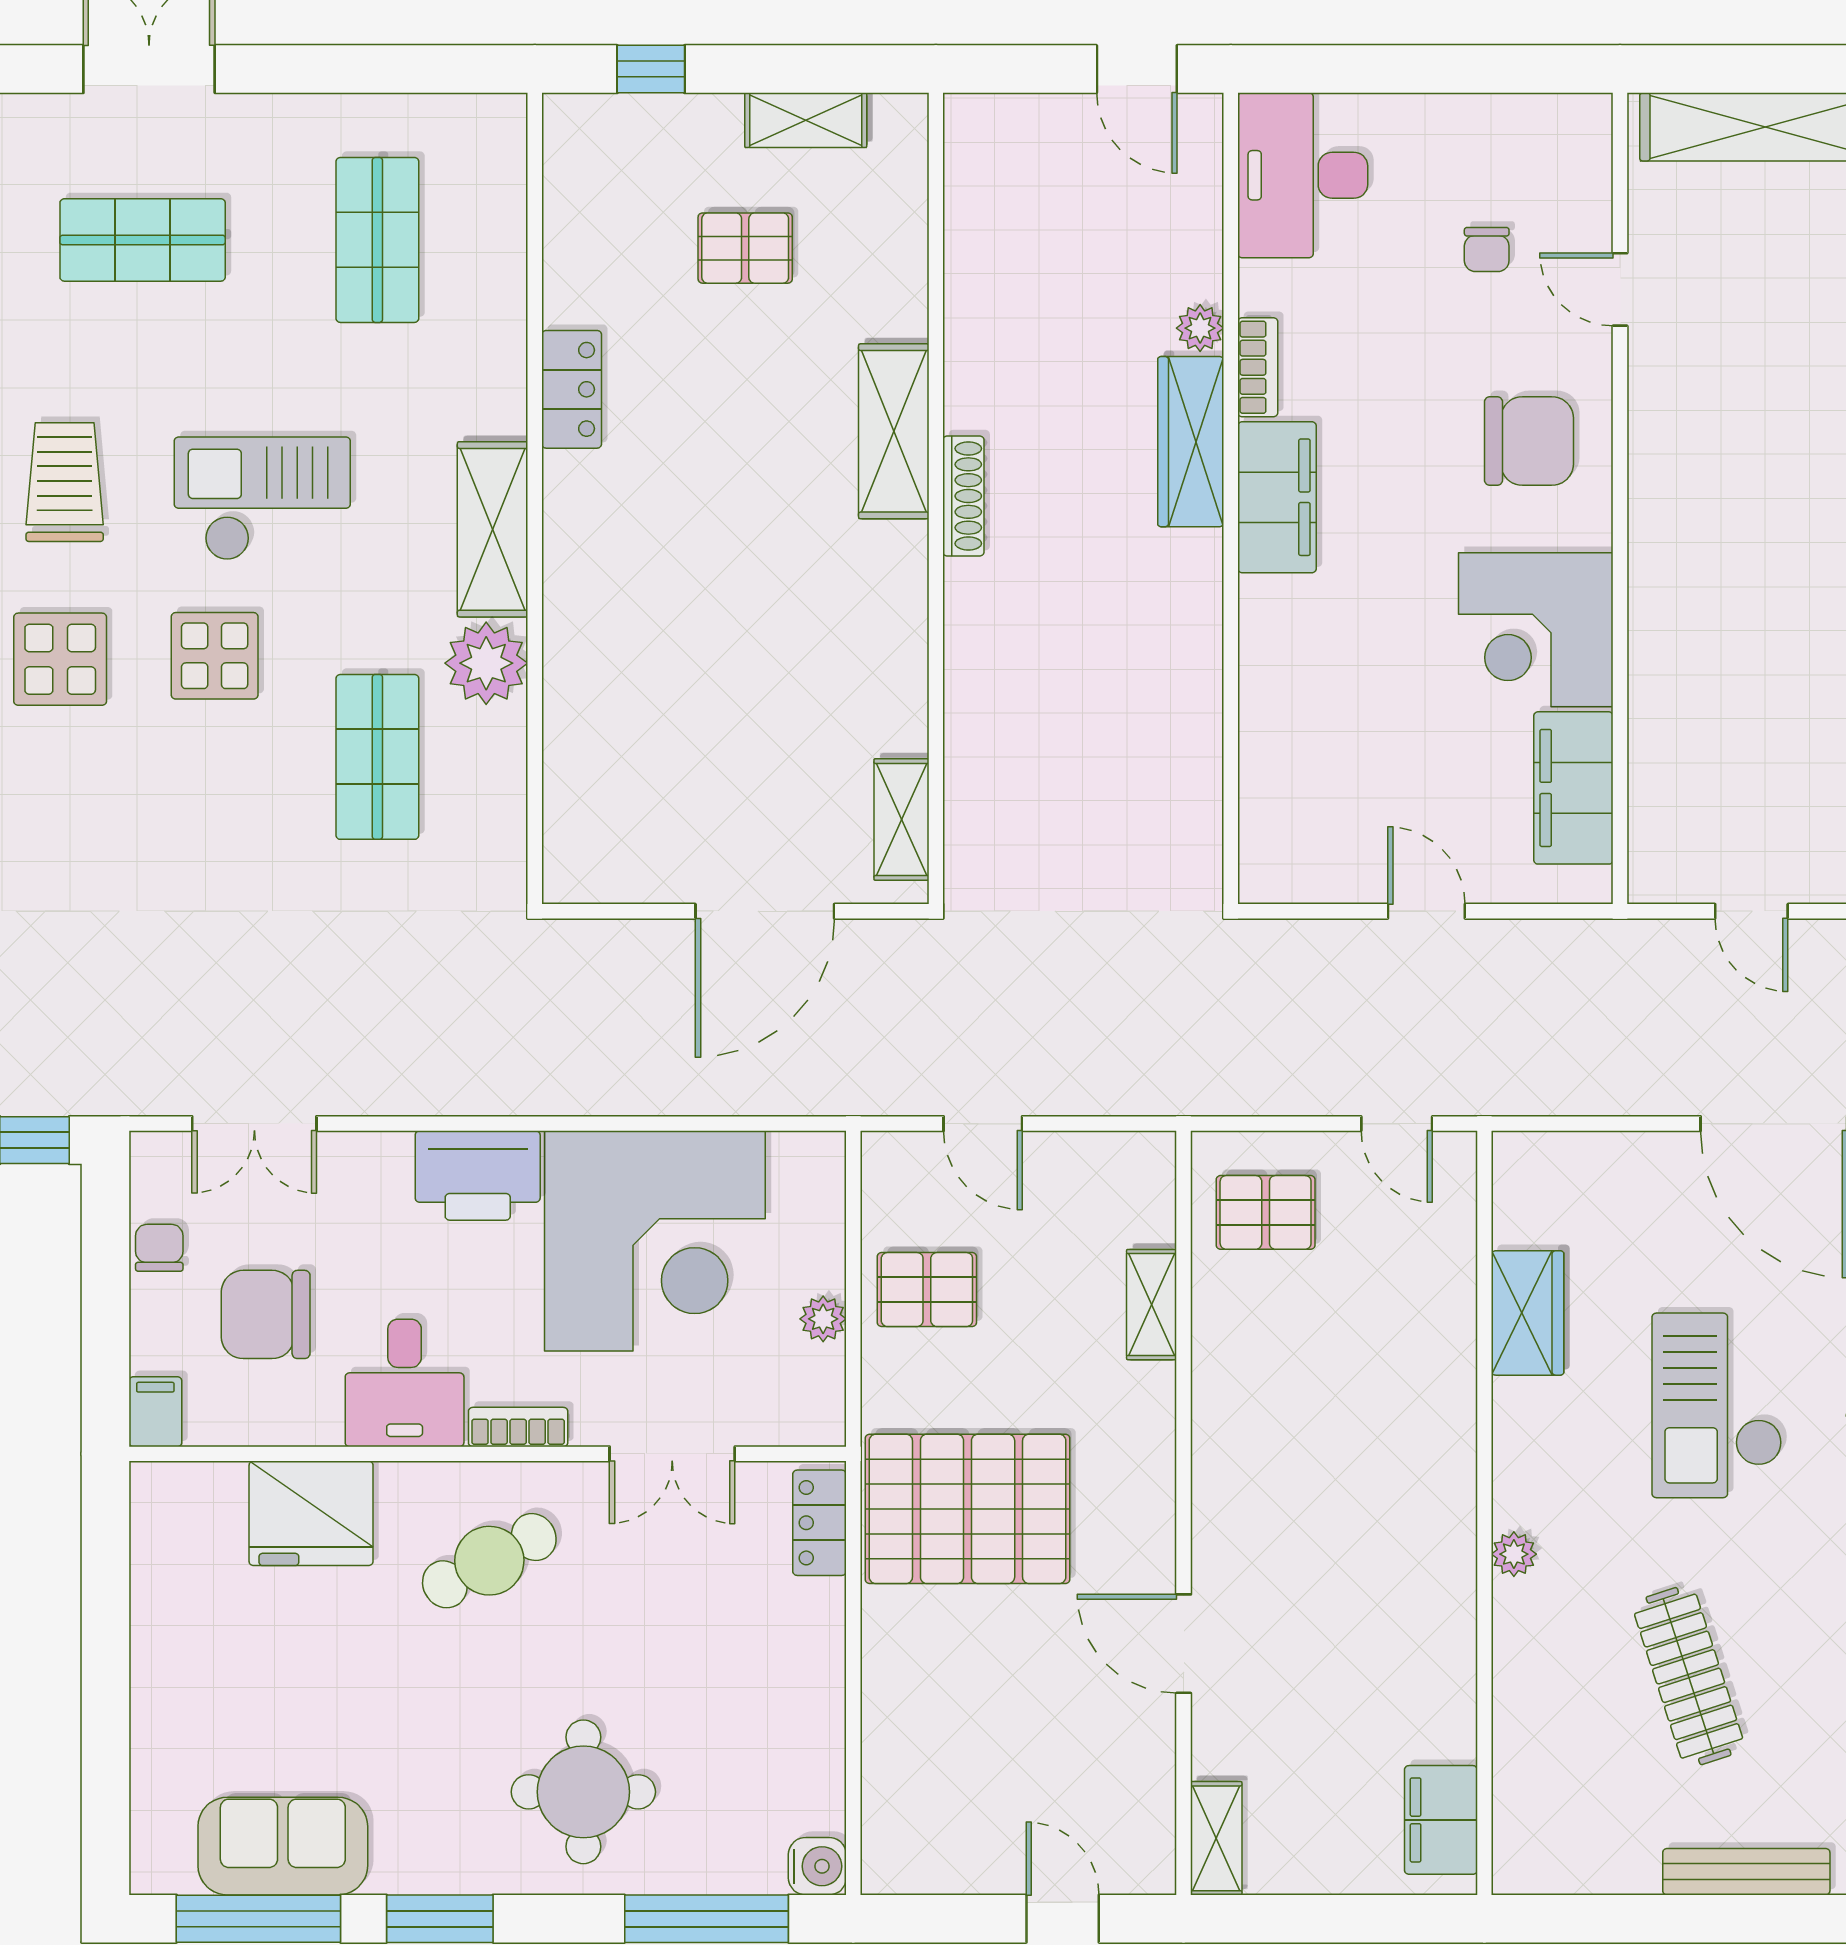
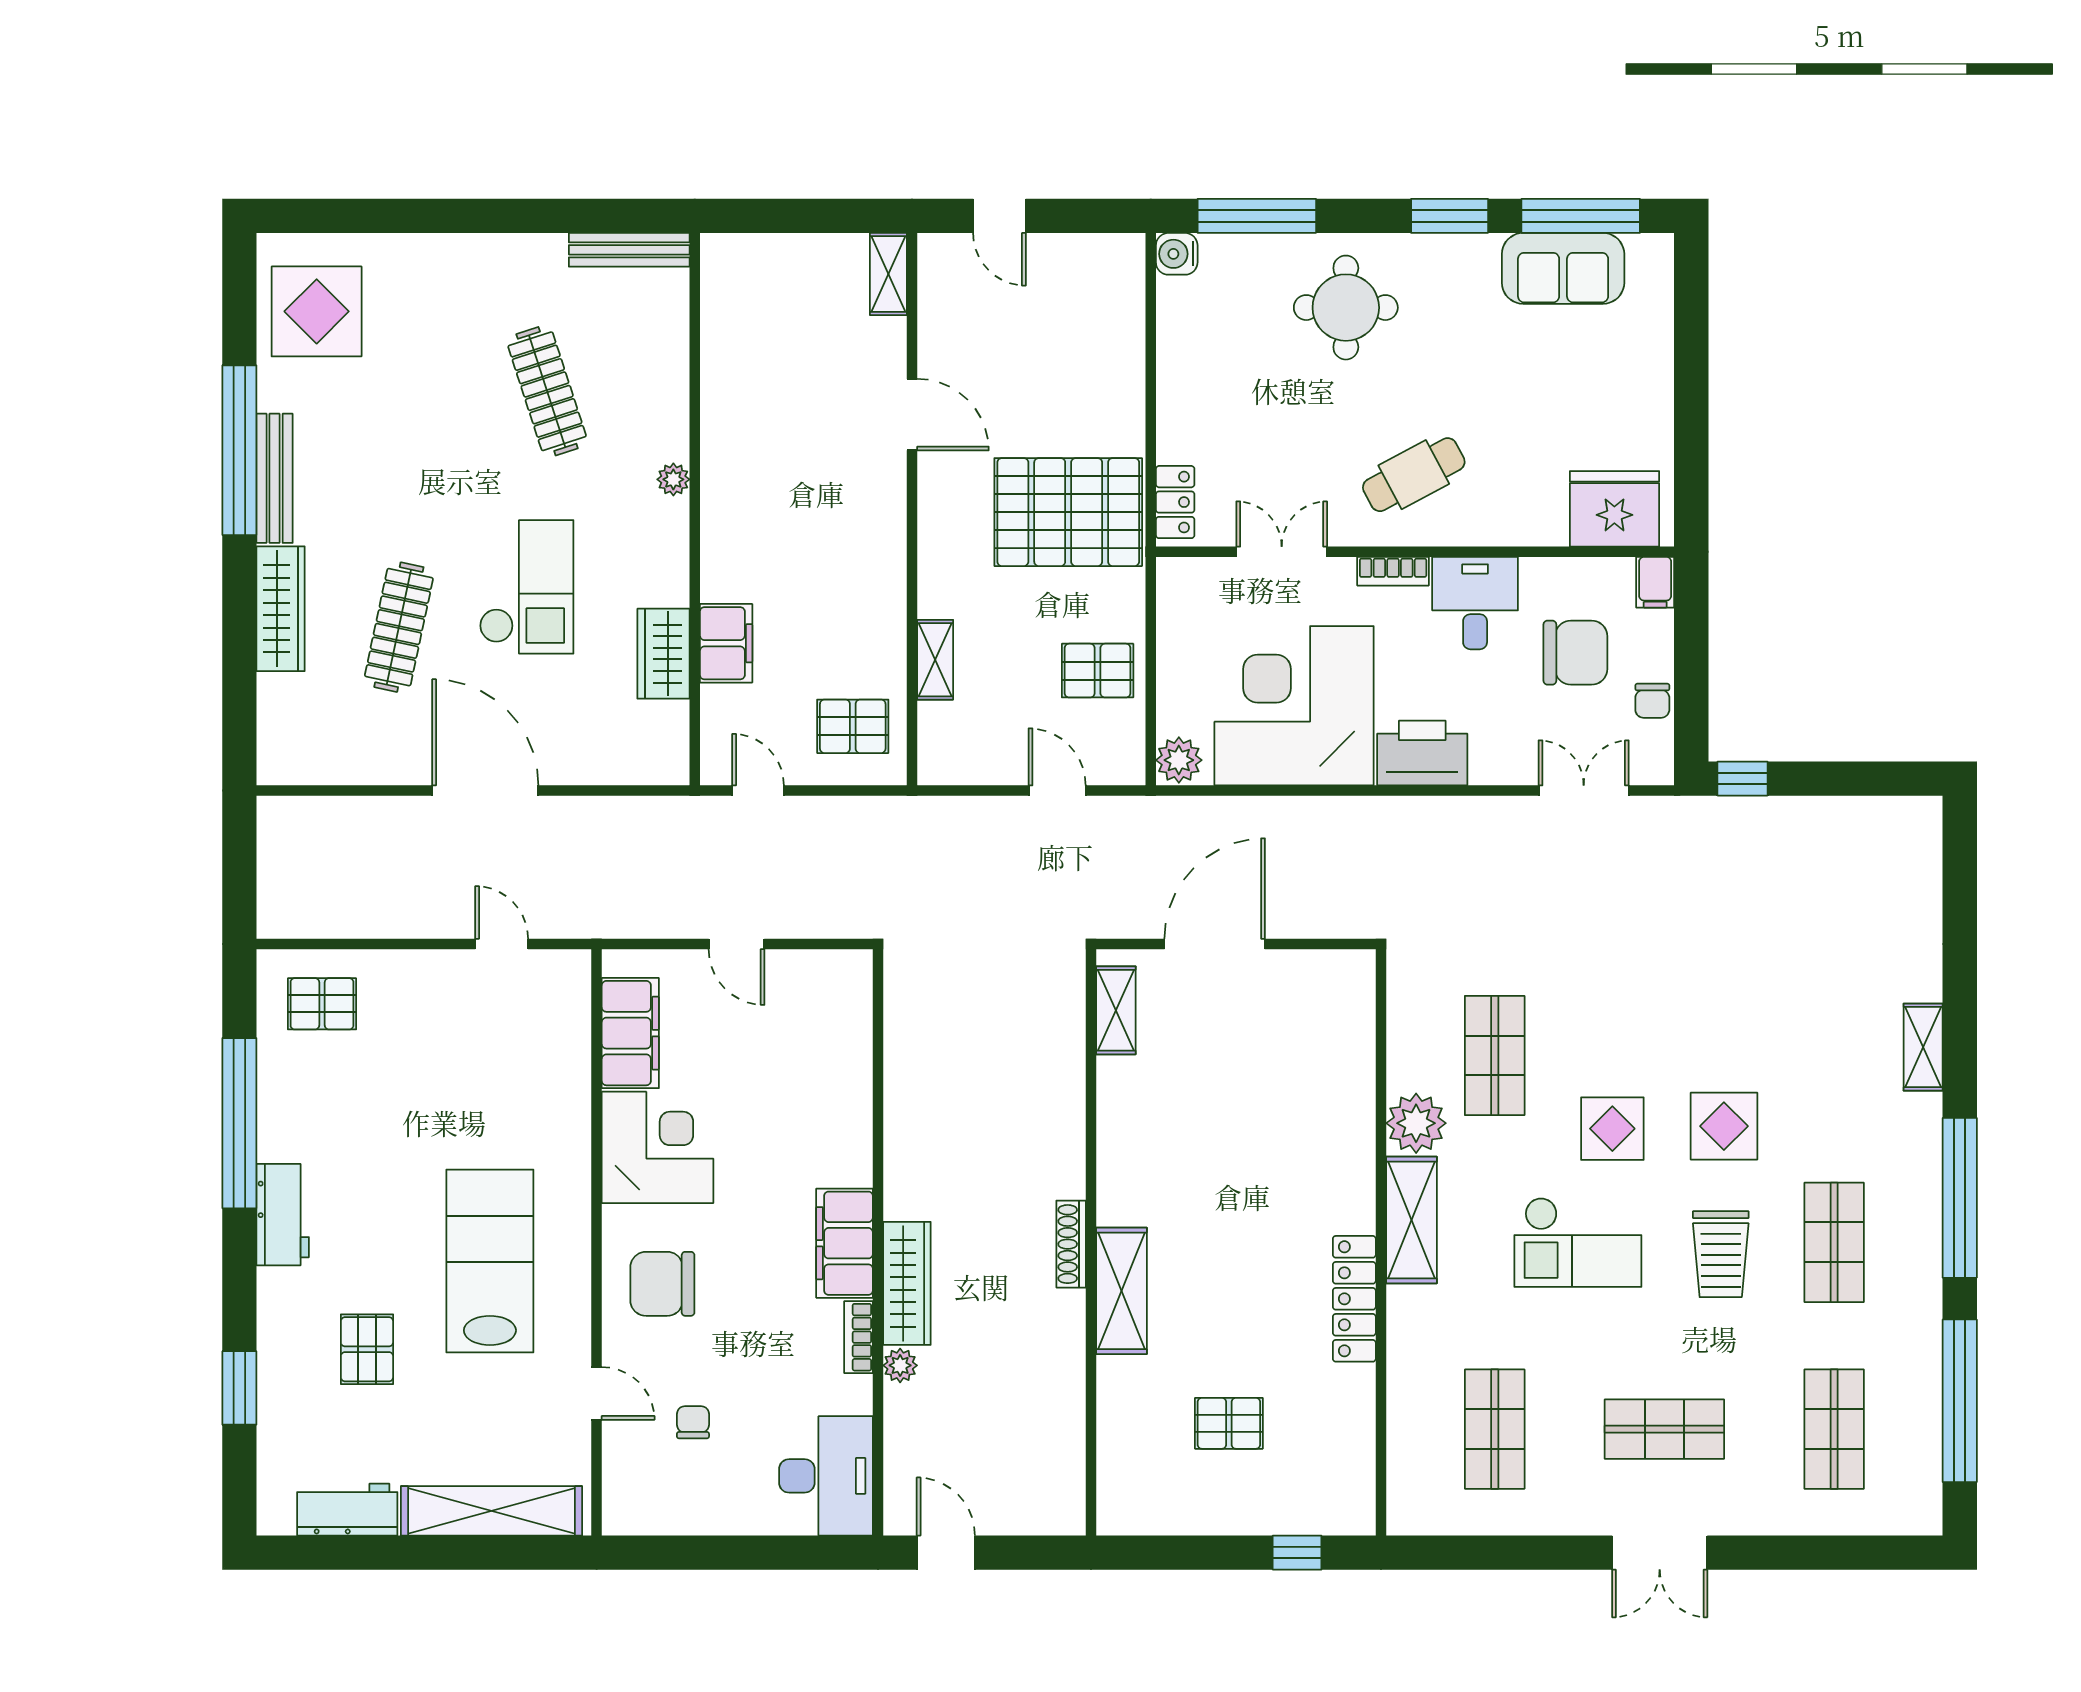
shelving: (806, 120) -> (1185, 1516), removed
locker: (572, 389) -> (1354, 1299), width x1.53
lab bench: (1768, 473) -> (490, 1261), added
plant: (823, 1319) -> (1179, 760), moved, width x1.38, depth x1.38
fridge: (311, 1513) -> (1614, 509), moved
filing cabinet: (1441, 1820) -> (726, 643), moved
bench: (1746, 1872) -> (629, 250), moved

